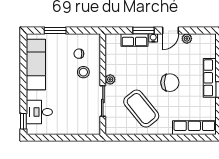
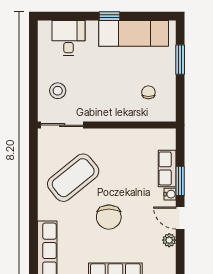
stool: (83, 72) -> (58, 91), moved
plant: (110, 79) -> (113, 135), removed
sliding door: (103, 101) -> (62, 125), moved
window: (23, 121) -> (110, 16), moved

